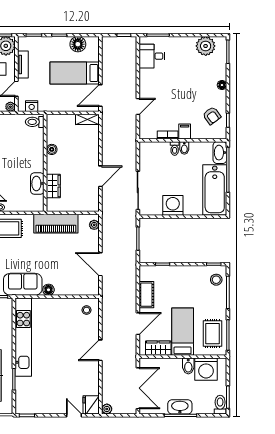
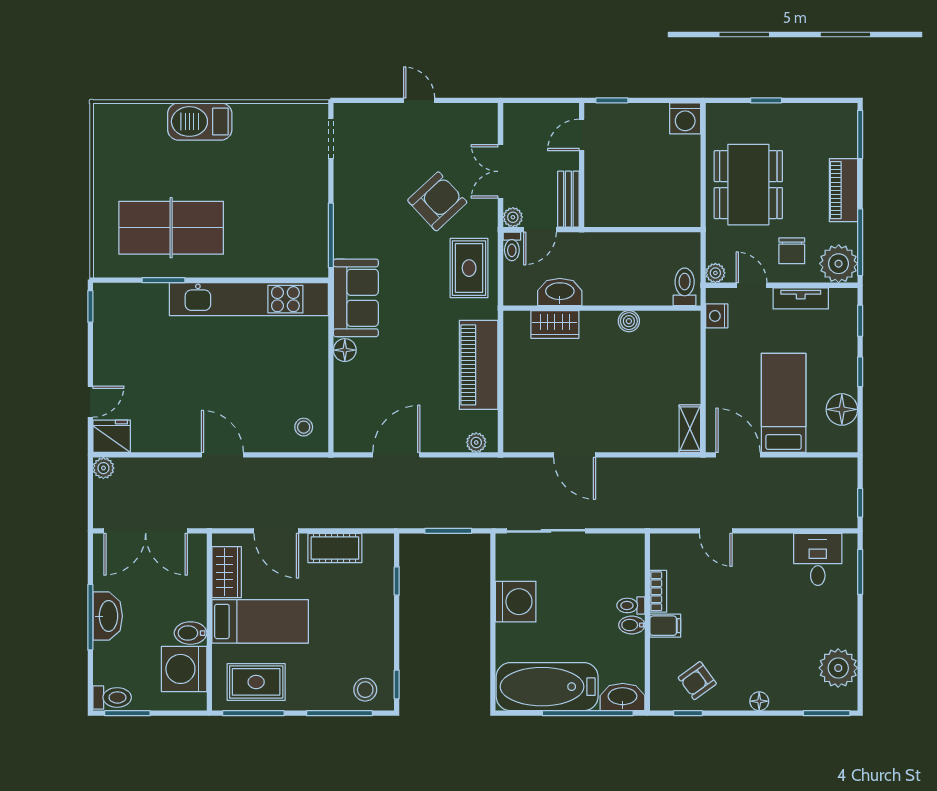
toilet: (35, 122) -> (685, 287), moved
boiler: (52, 149) -> (629, 321), moved
wall: (45, 163) -> (602, 308), moved
washbasin: (37, 184) -> (560, 292), moved
wardrobe: (53, 186) -> (555, 324), moved

